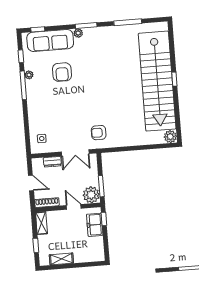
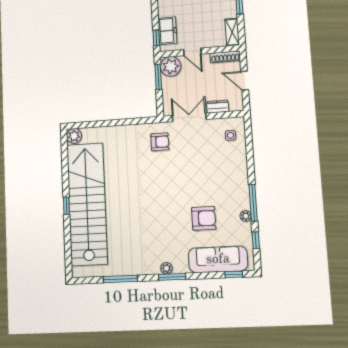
plant: (78, 33) -> (166, 268), moved
armchair: (62, 72) -> (204, 218), turned 90

